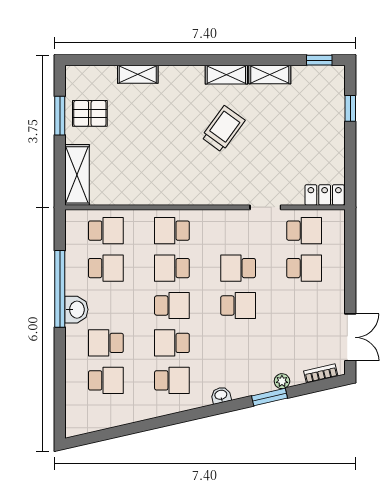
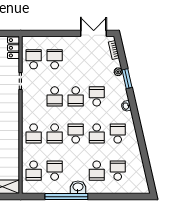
school desk: (106, 231) -> (34, 171), turned 180
school desk: (238, 305) -> (76, 96), turned 180
school desk: (238, 343) -> (97, 96), added

